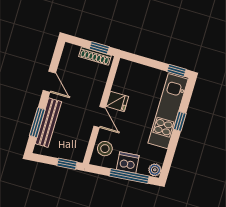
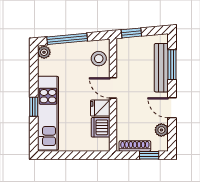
window: (99, 48) -> (149, 155), moved
plant: (65, 64) -> (161, 130), added
window: (176, 70) -> (52, 155), removed
dishwasher: (128, 162) -> (101, 127), moved, turned 95

